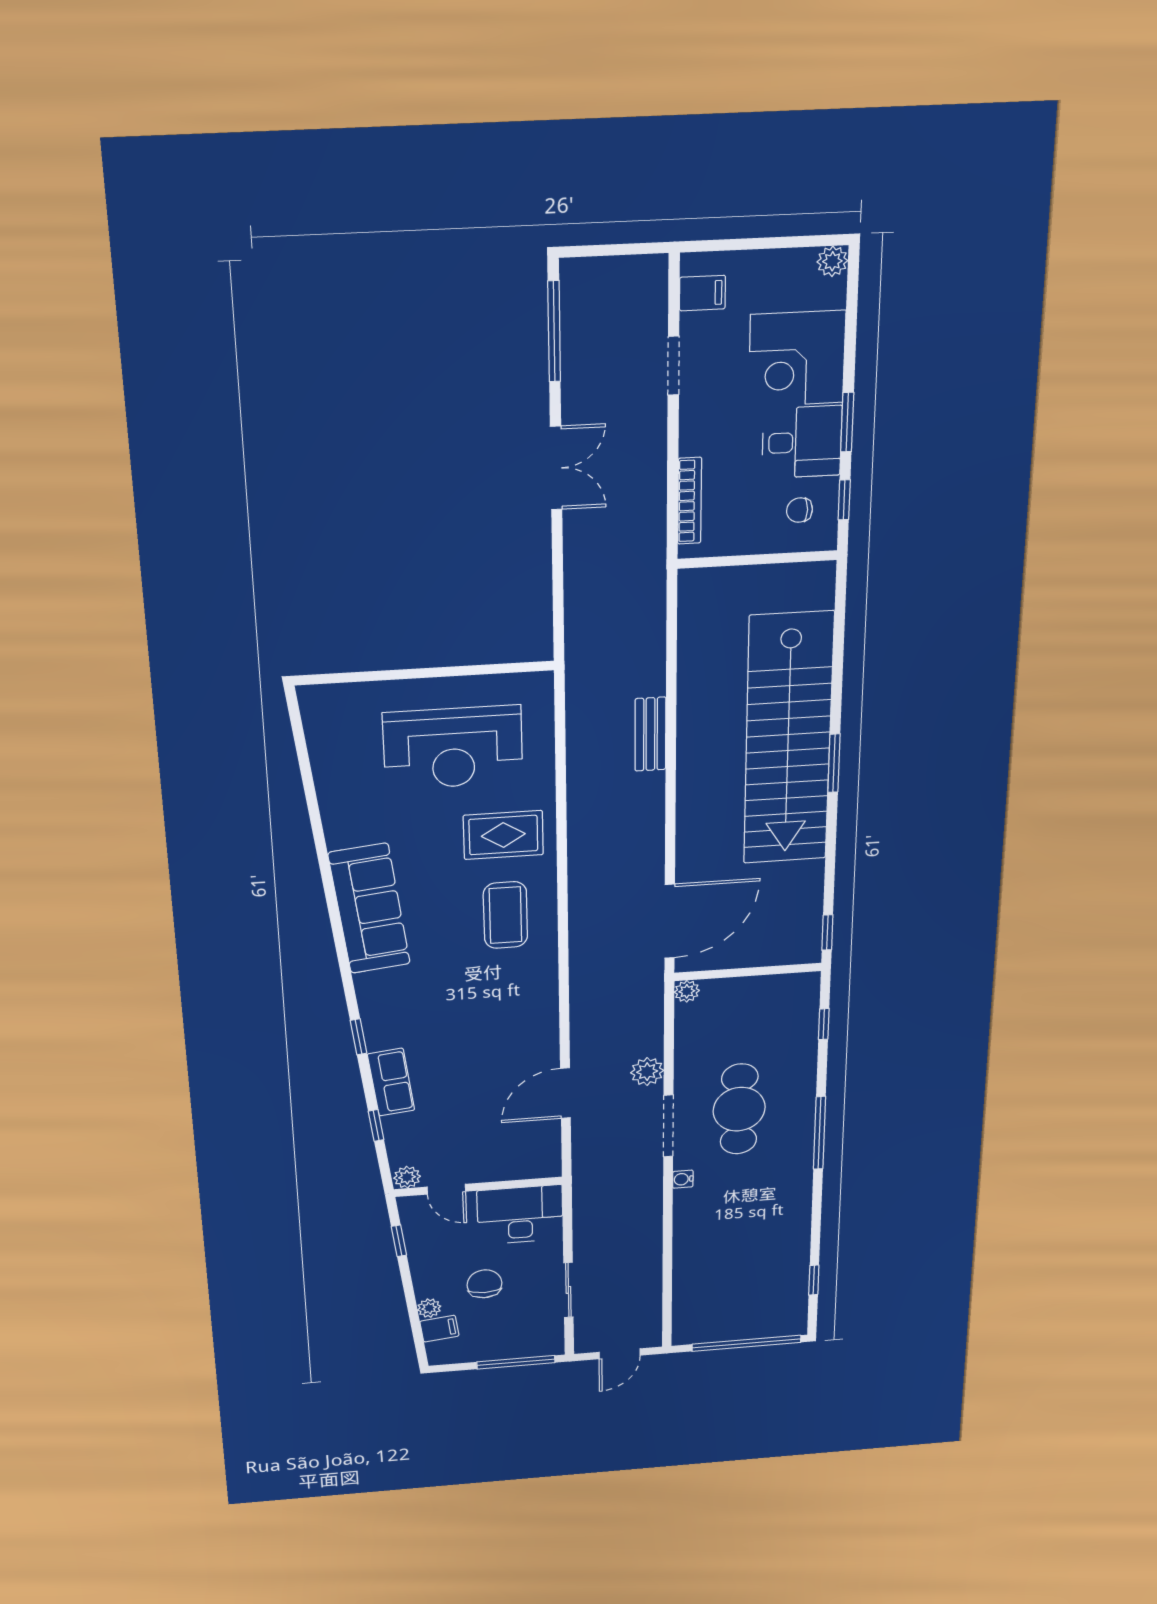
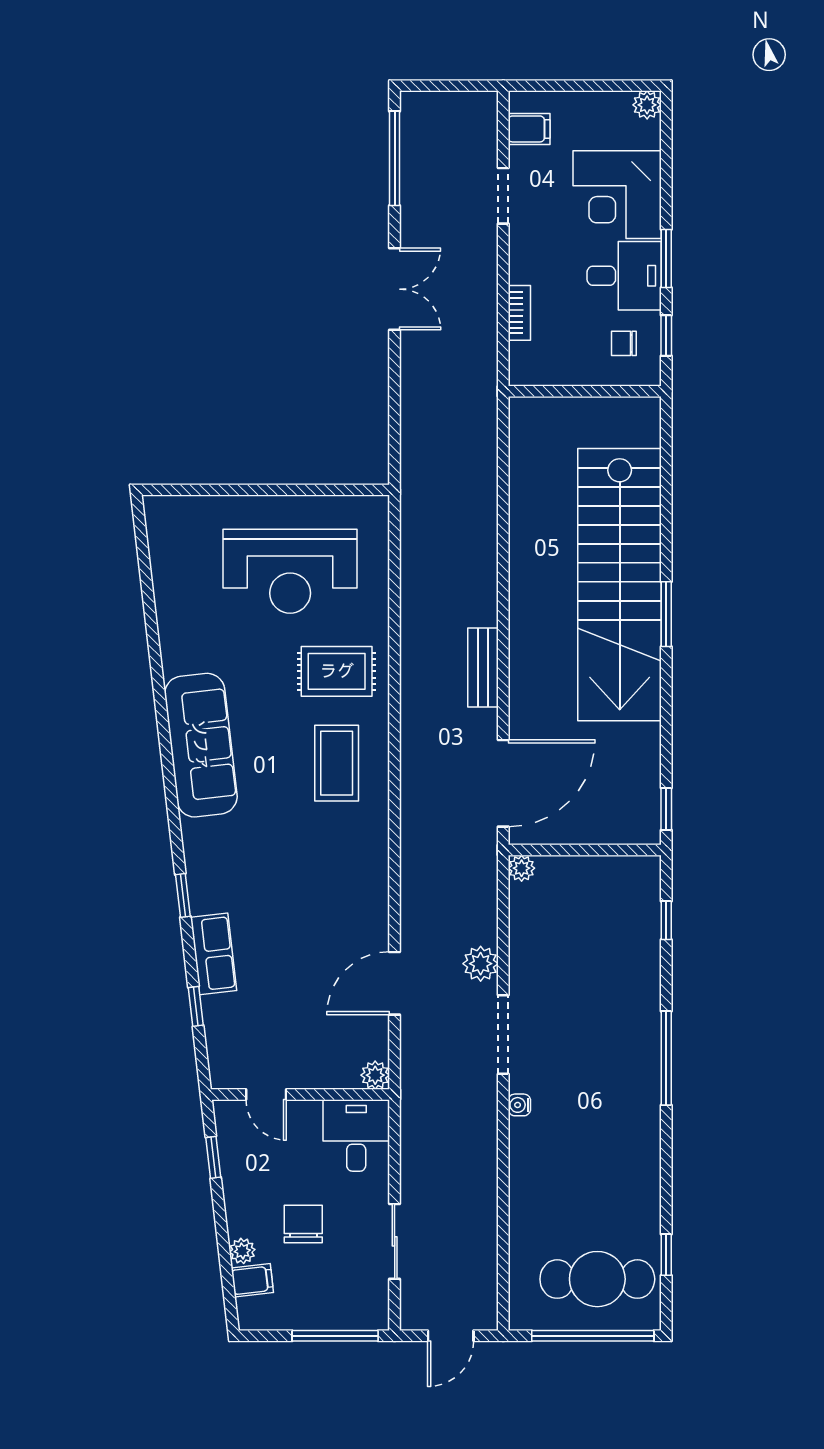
bookcase: (690, 501) -> (519, 313), width x0.64
bench: (650, 734) -> (483, 668), moved
cafe table: (739, 1109) -> (597, 1279), moved, turned 90
plant: (407, 1177) -> (375, 1075), moved
desk: (520, 1215) -> (356, 1135), width x0.73

